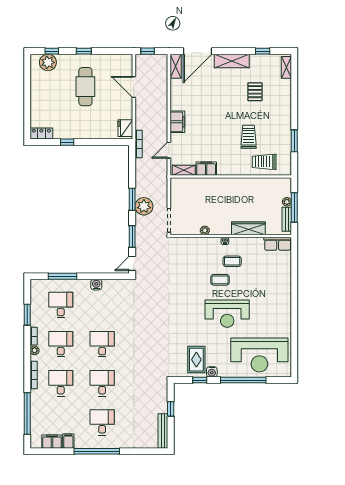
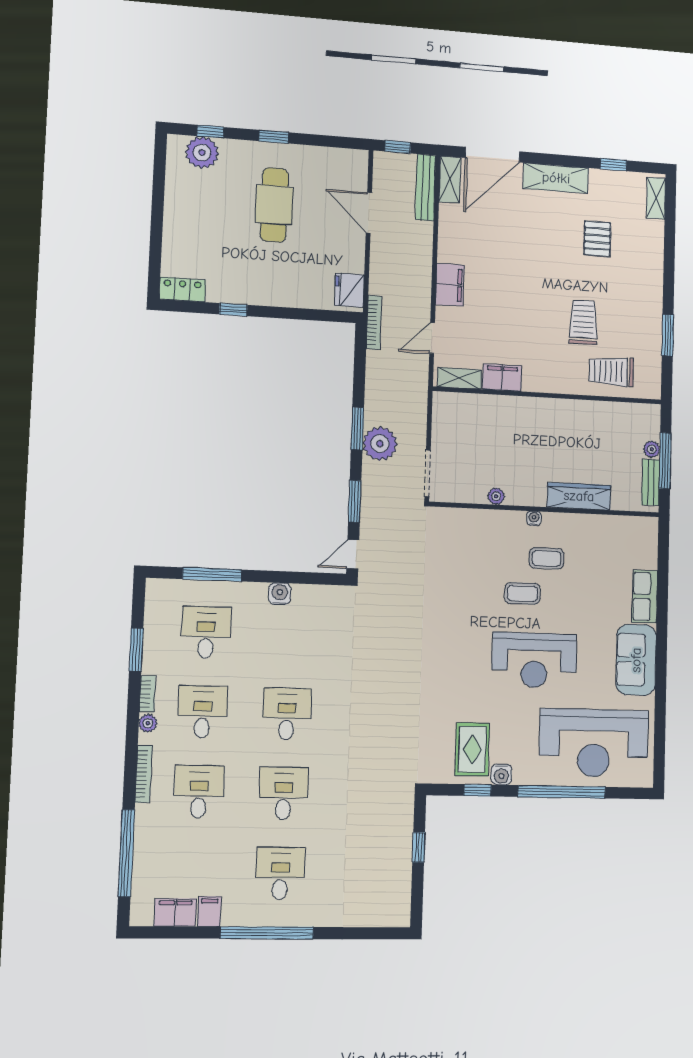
row of seats: (278, 244) -> (645, 596), moved, turned 90
sofa: (281, 312) -> (636, 660), added
bench: (163, 431) -> (425, 187), moved

